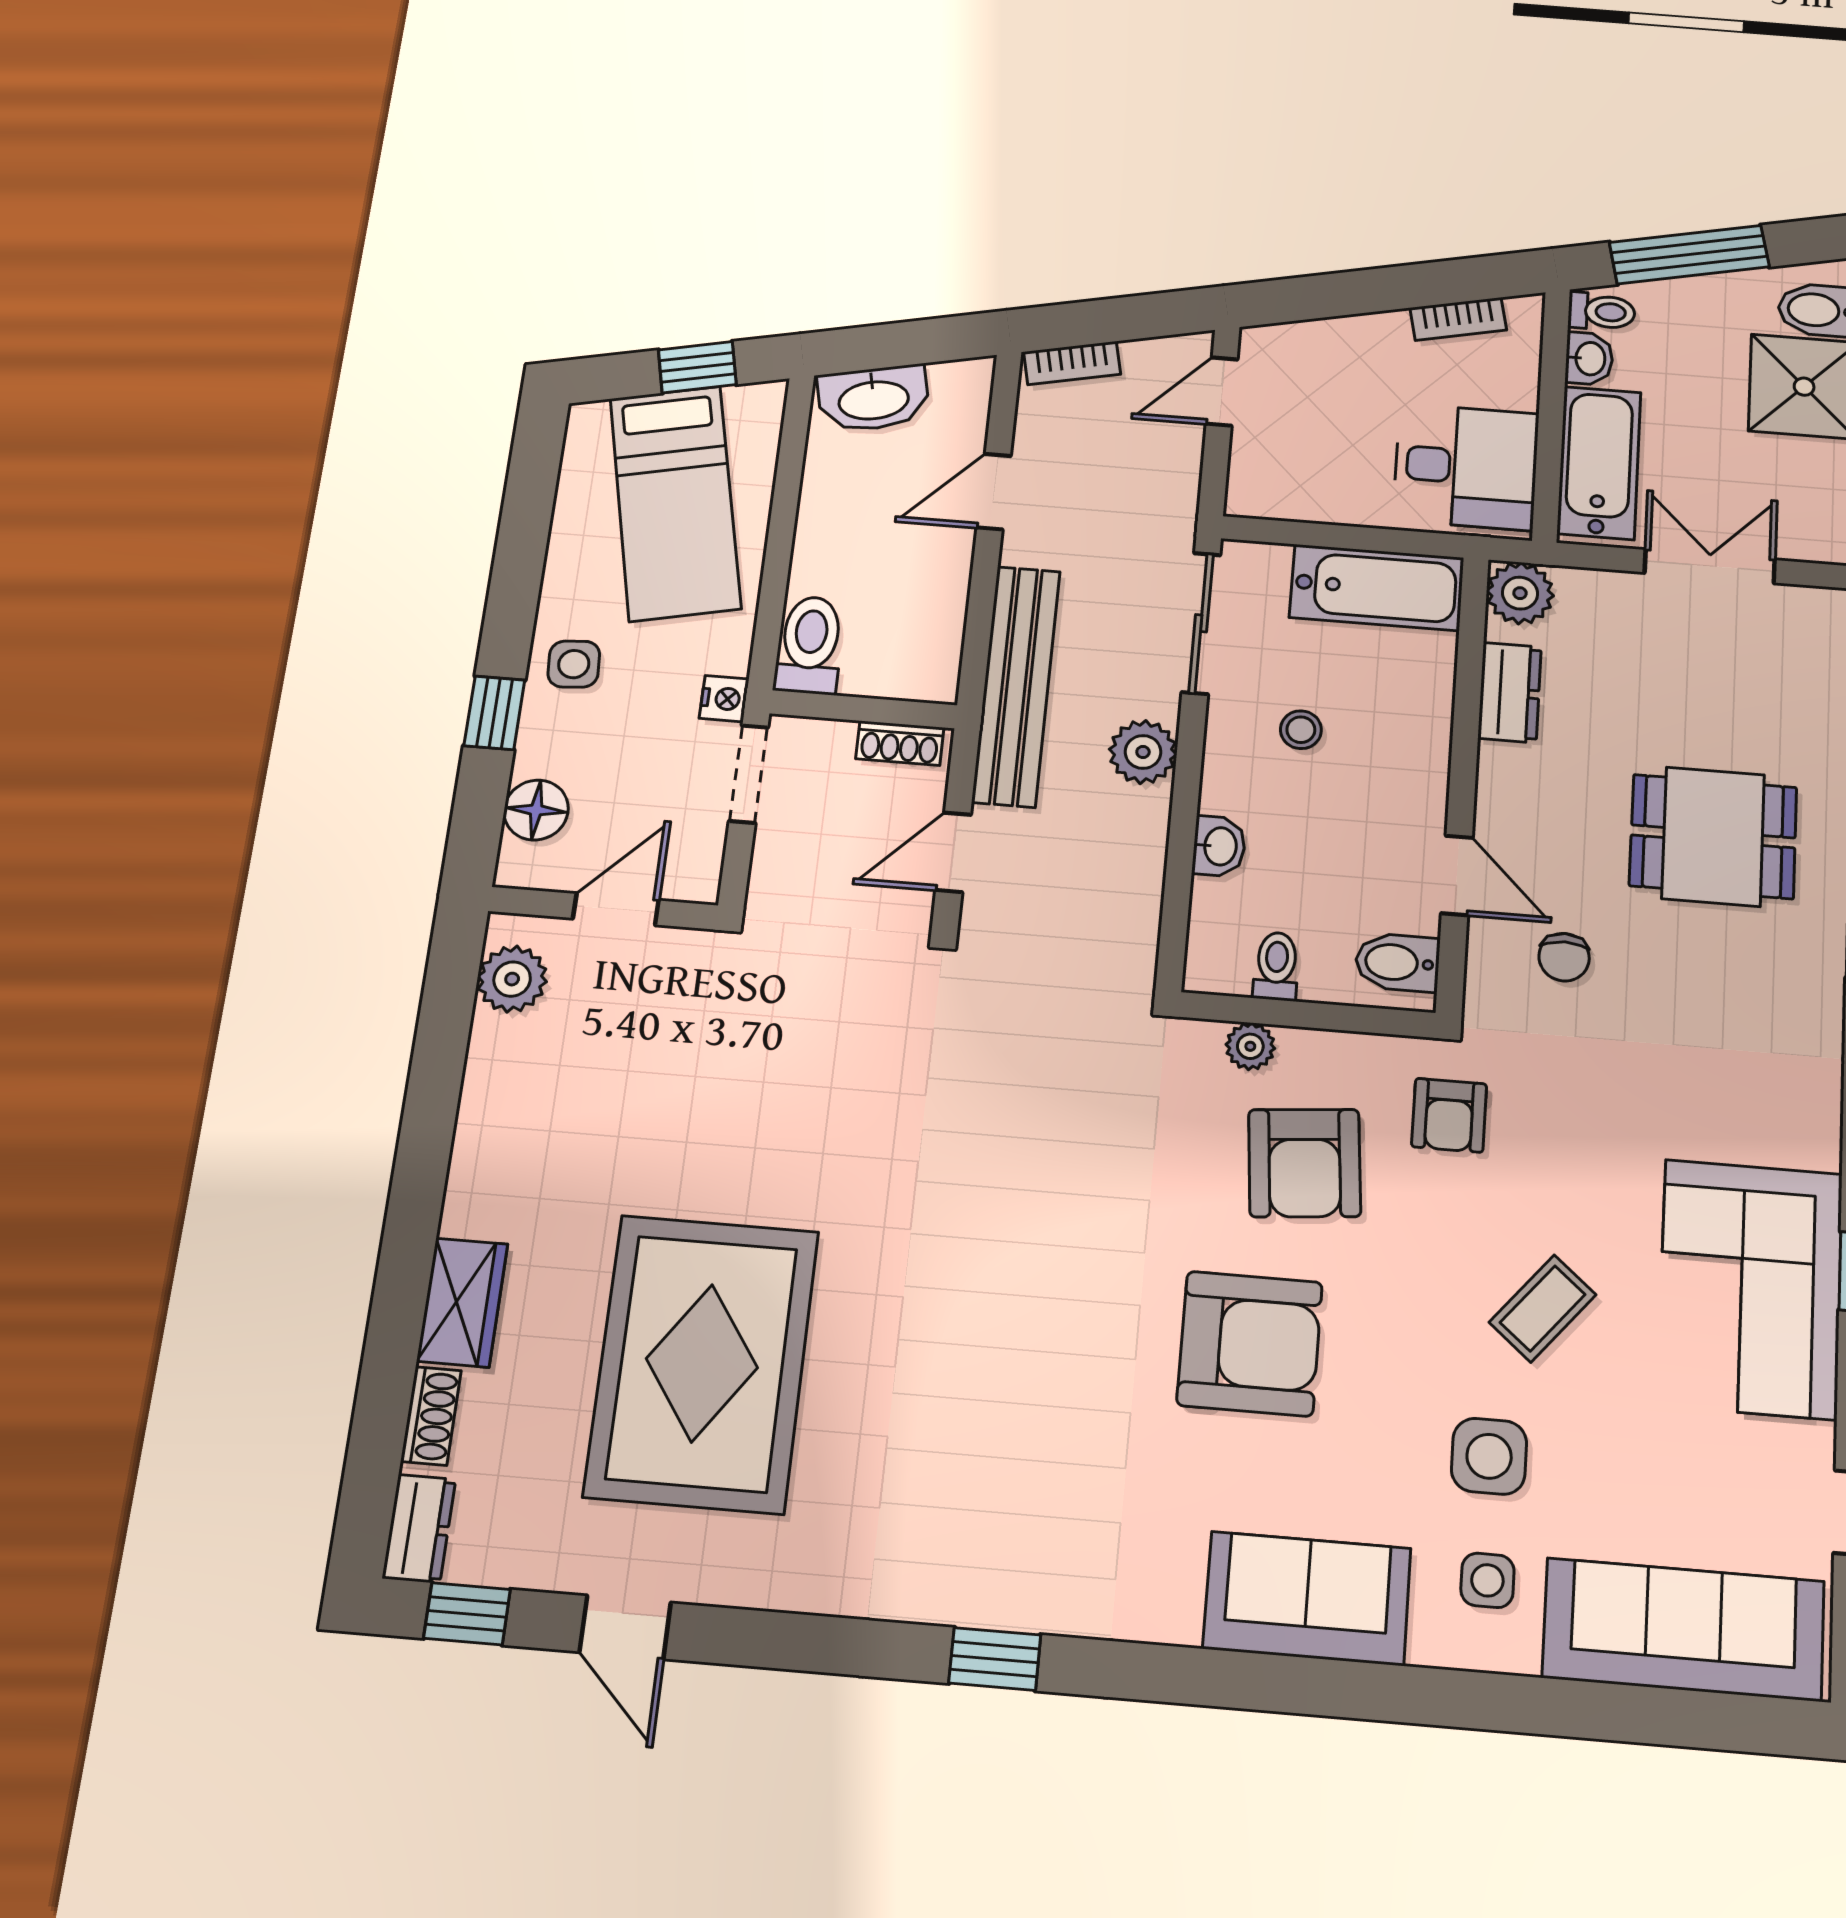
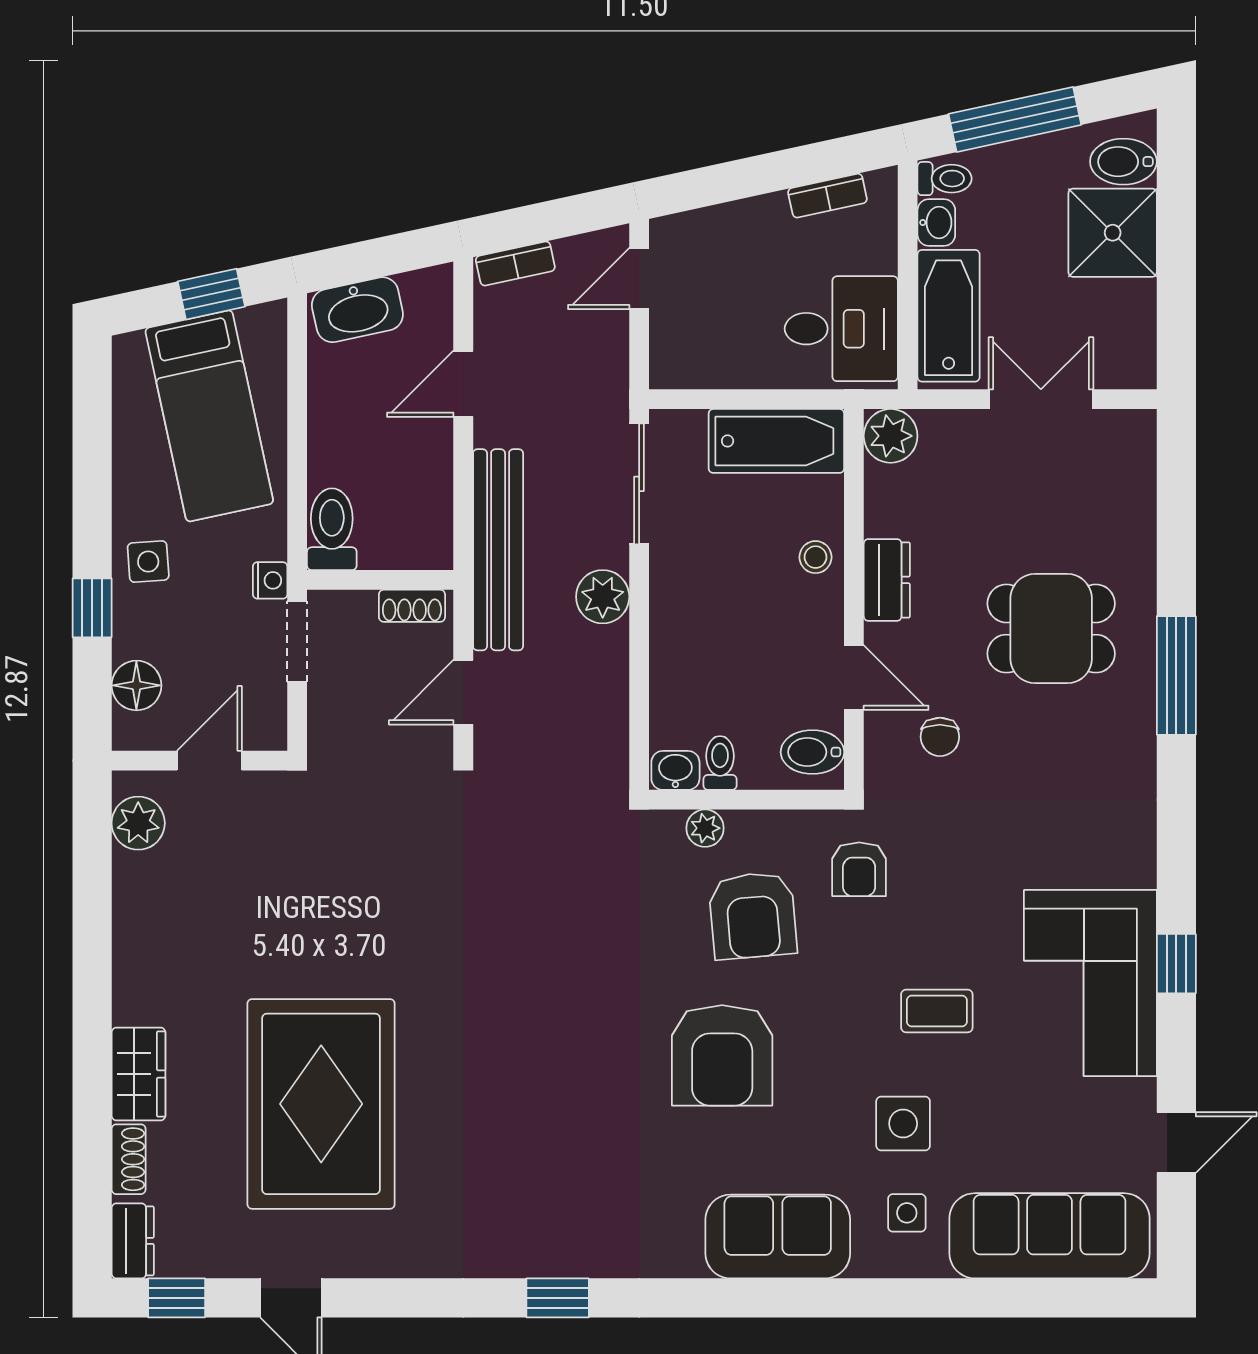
dresser: (1510, 693) -> (887, 580), moved
stool: (1301, 730) -> (815, 557), moved
washbasin: (1219, 846) -> (675, 770), moved, turned -90
coffee table: (1543, 1308) -> (937, 1011), turned 50
armchair: (1250, 1344) -> (722, 1055), turned 90

